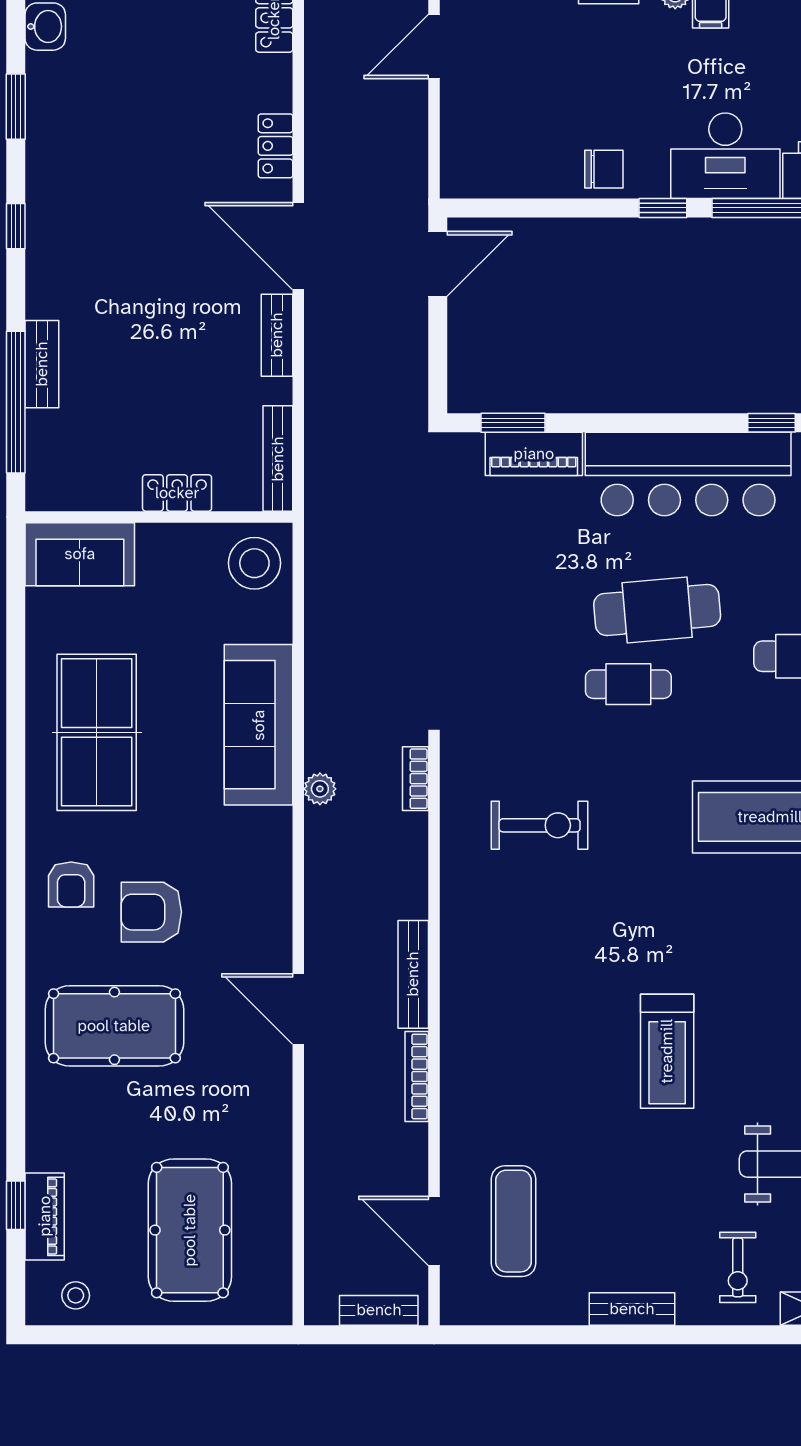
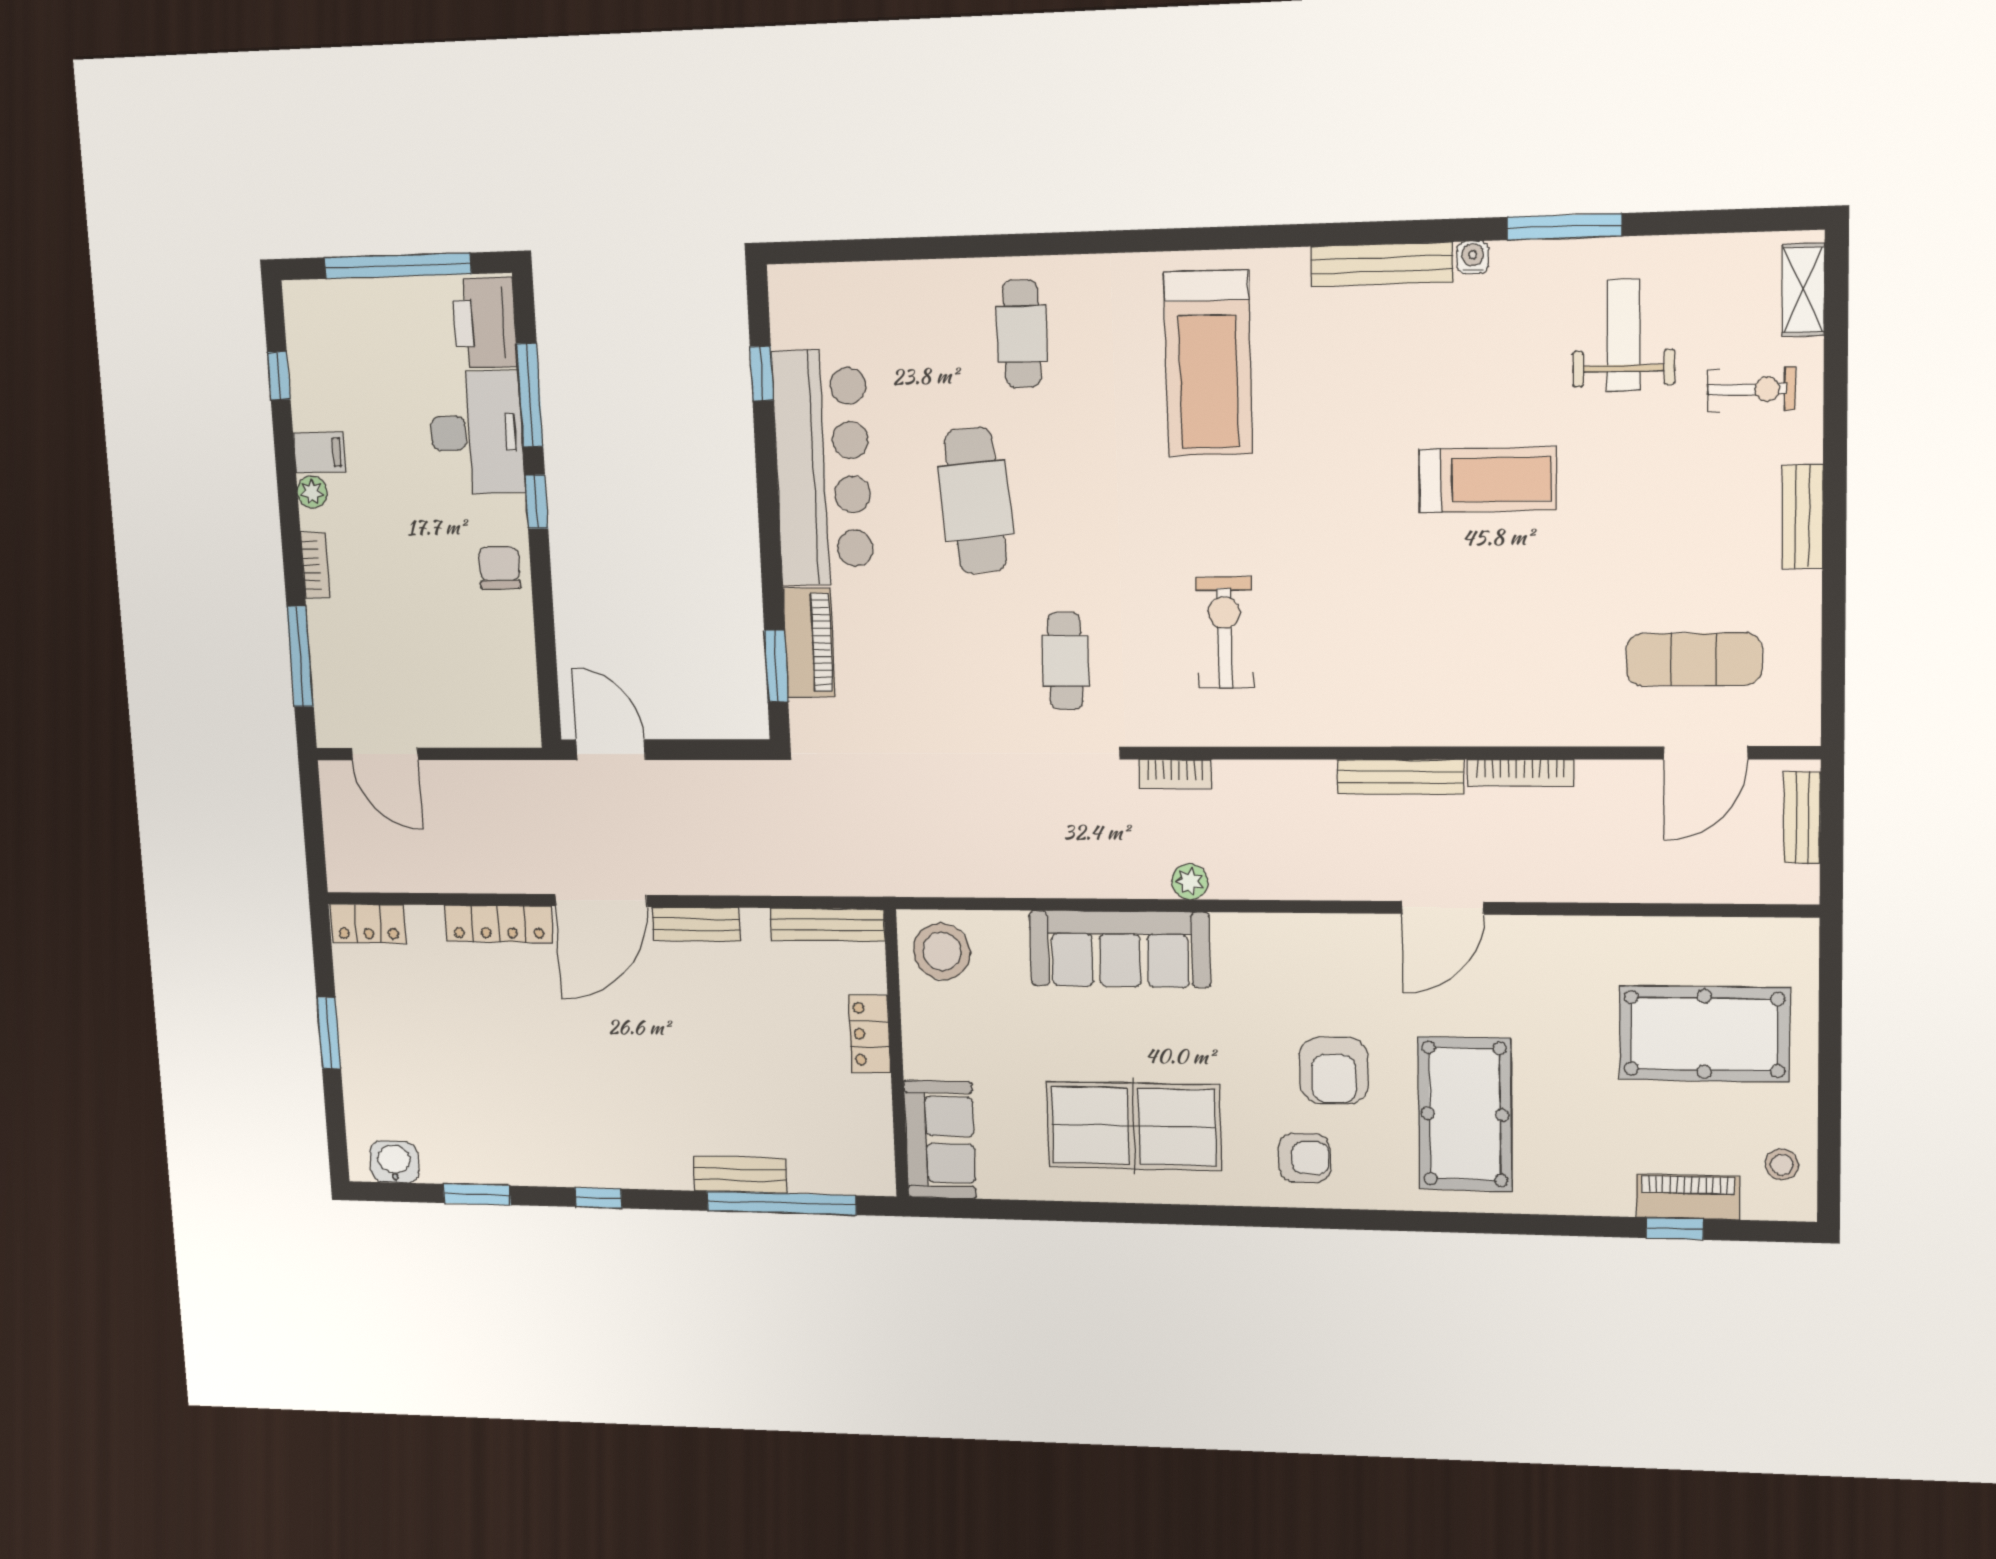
locker: (276, 146) -> (499, 924), width x1.53
cafe table: (628, 684) -> (1065, 661), moved

